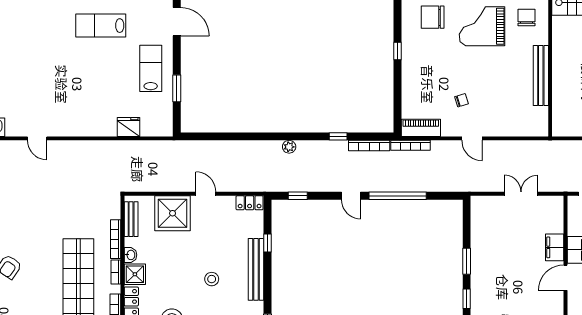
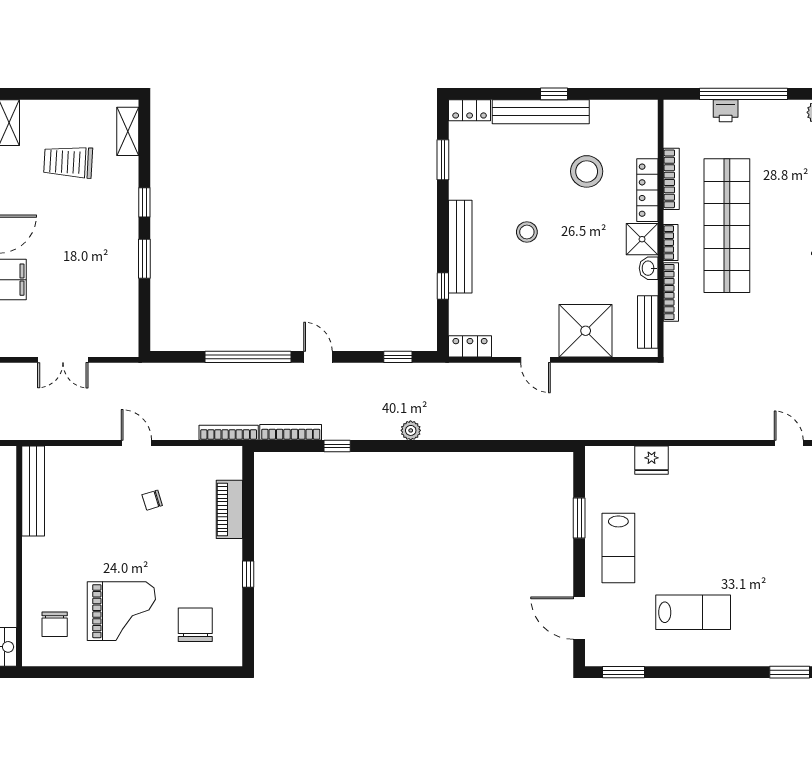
chair: (433, 17) -> (195, 625), turned -90
bench: (541, 76) -> (33, 491), moved
piano: (421, 128) -> (229, 509), moved, turned 90

